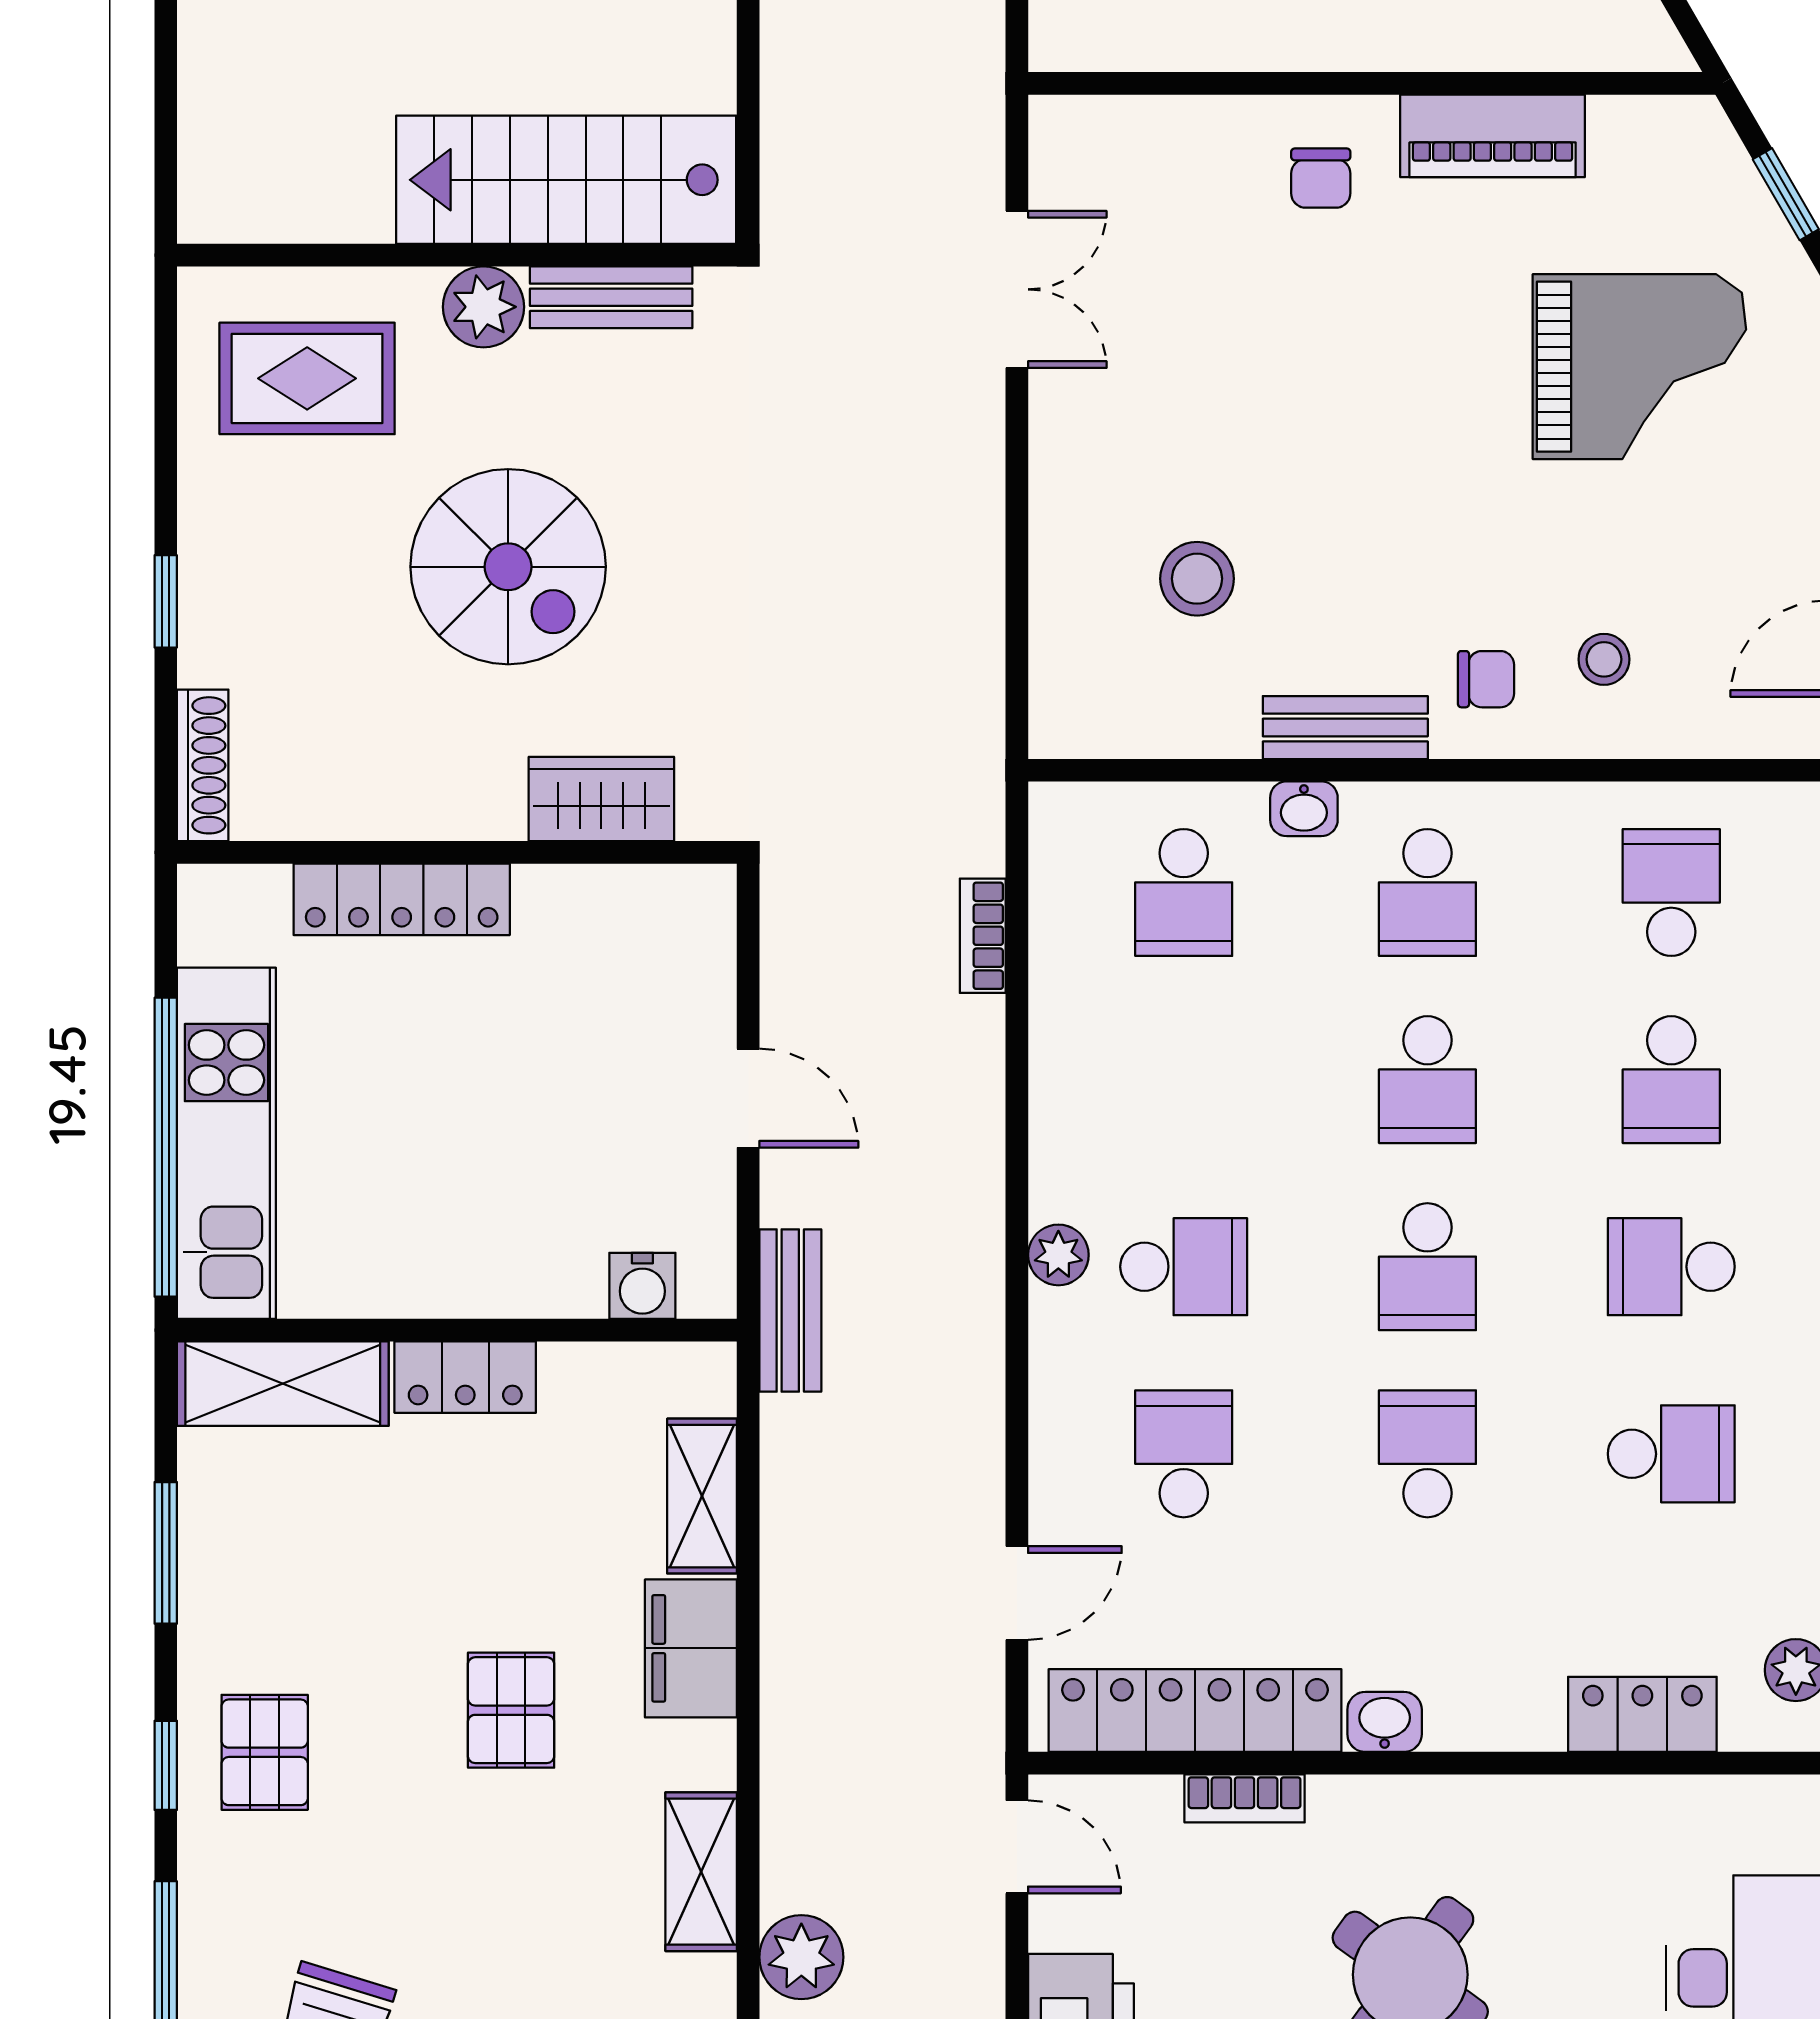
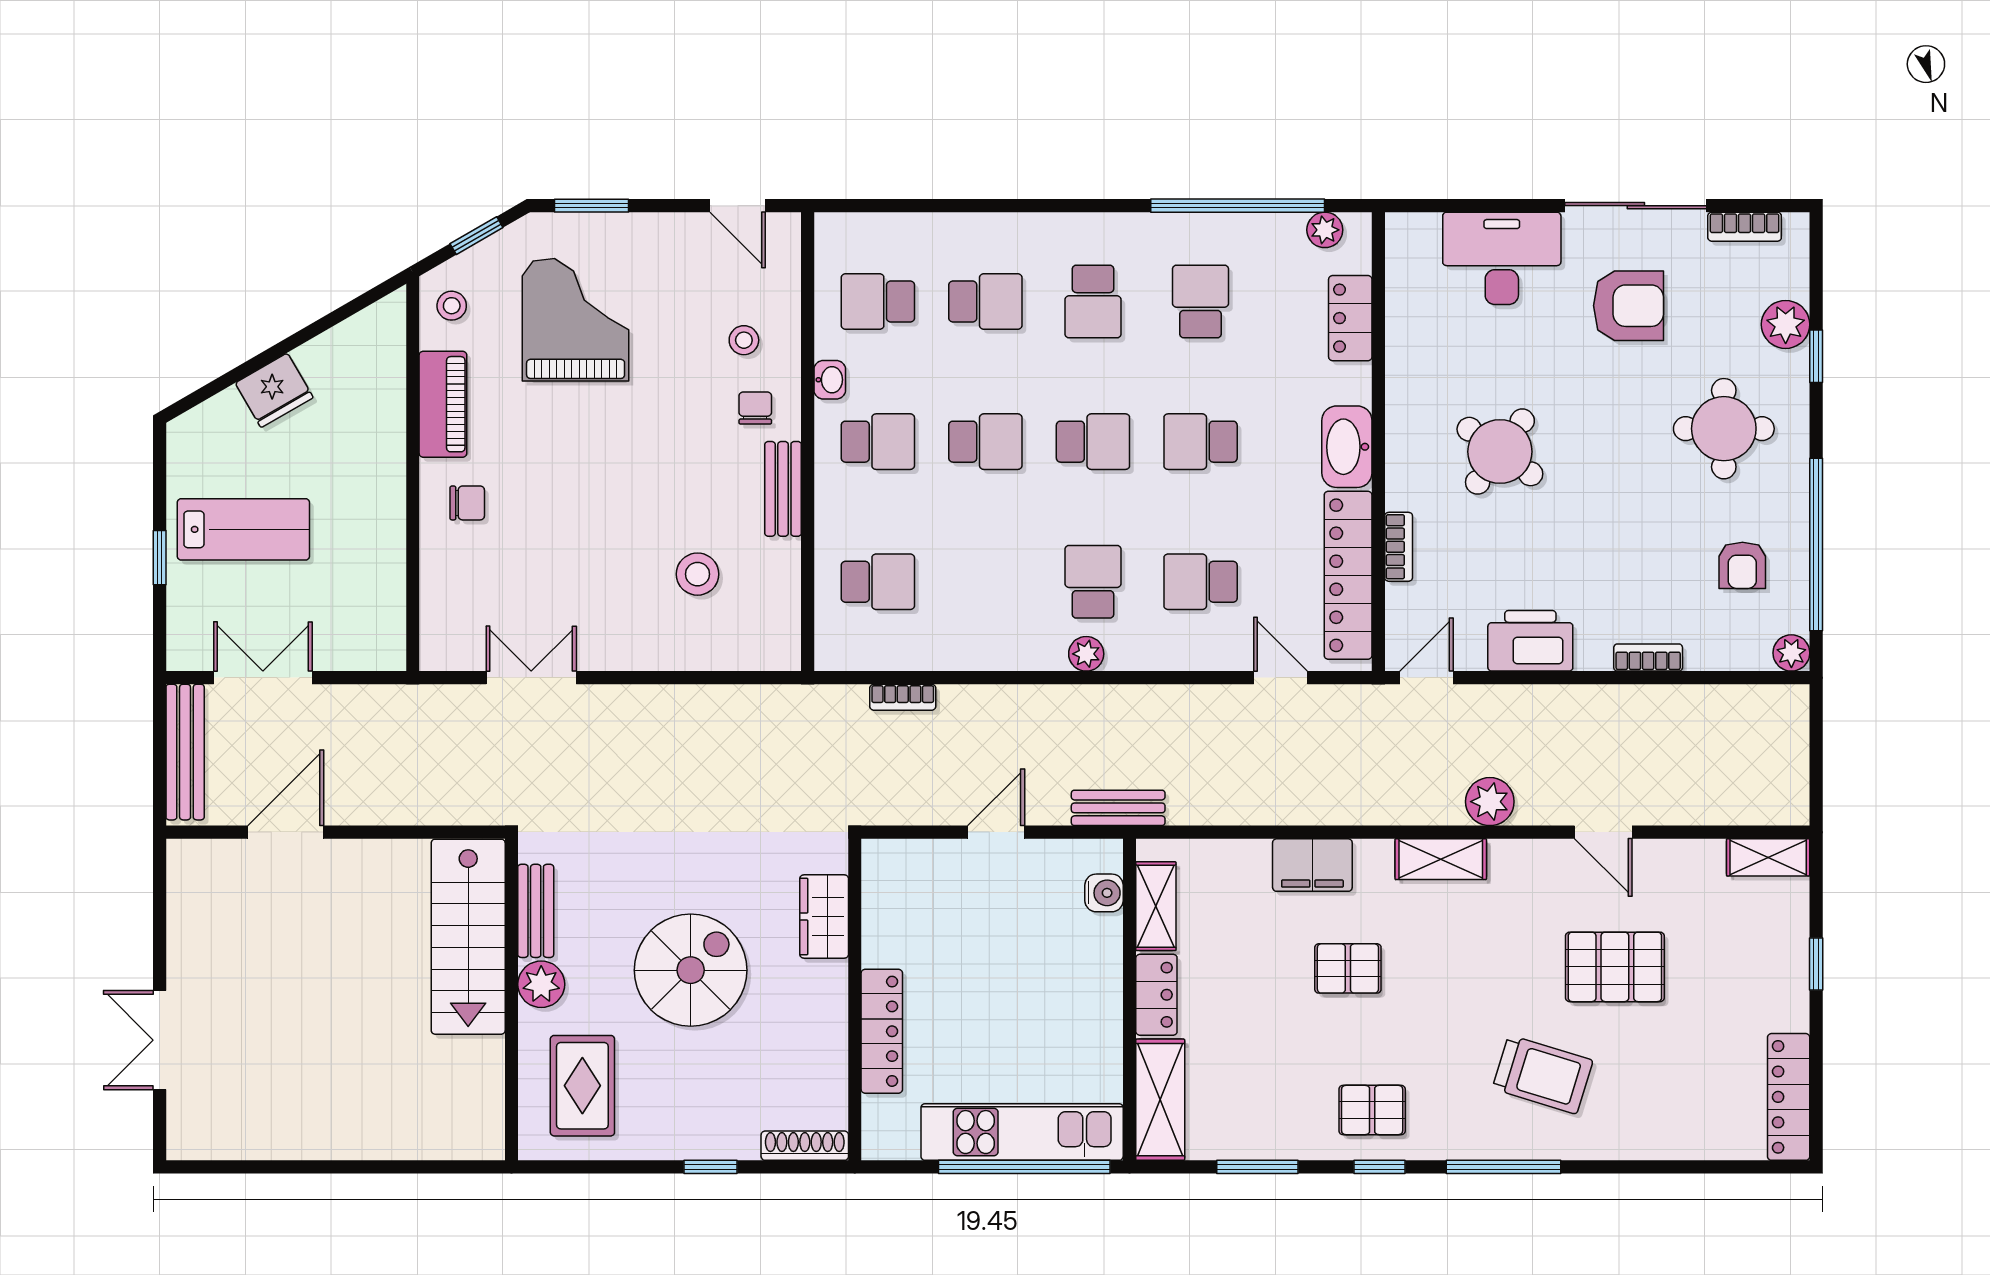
stool: (1664, 151) -> (452, 306), added
washbasin: (1304, 809) -> (830, 380), moved
shelving: (702, 1496) -> (1156, 906), moved, turned 90
washbasin: (1385, 1722) -> (1347, 447), width x1.91, depth x1.45

